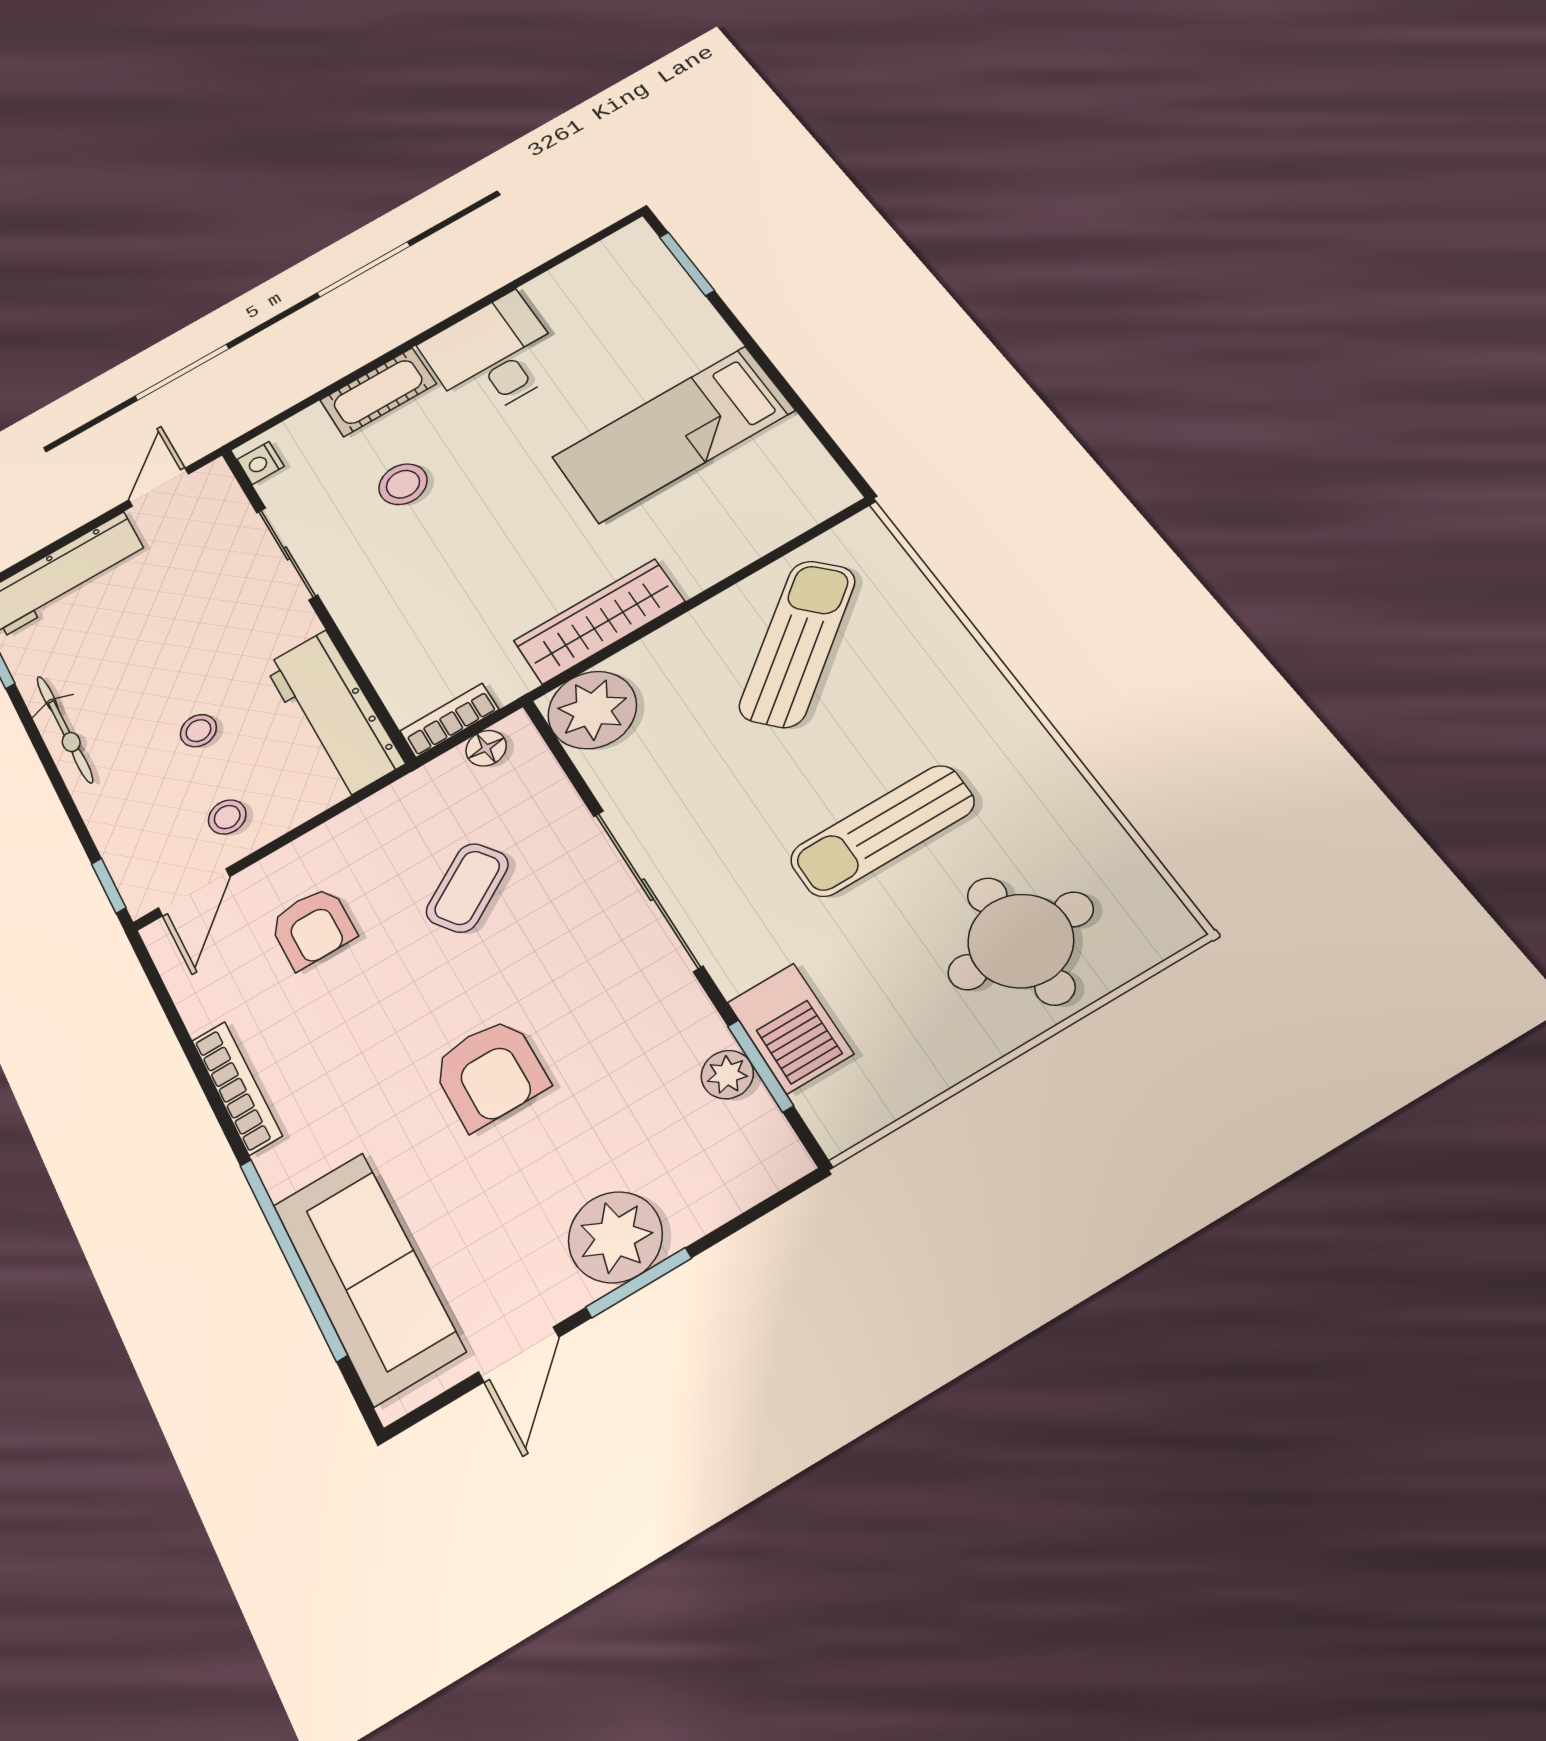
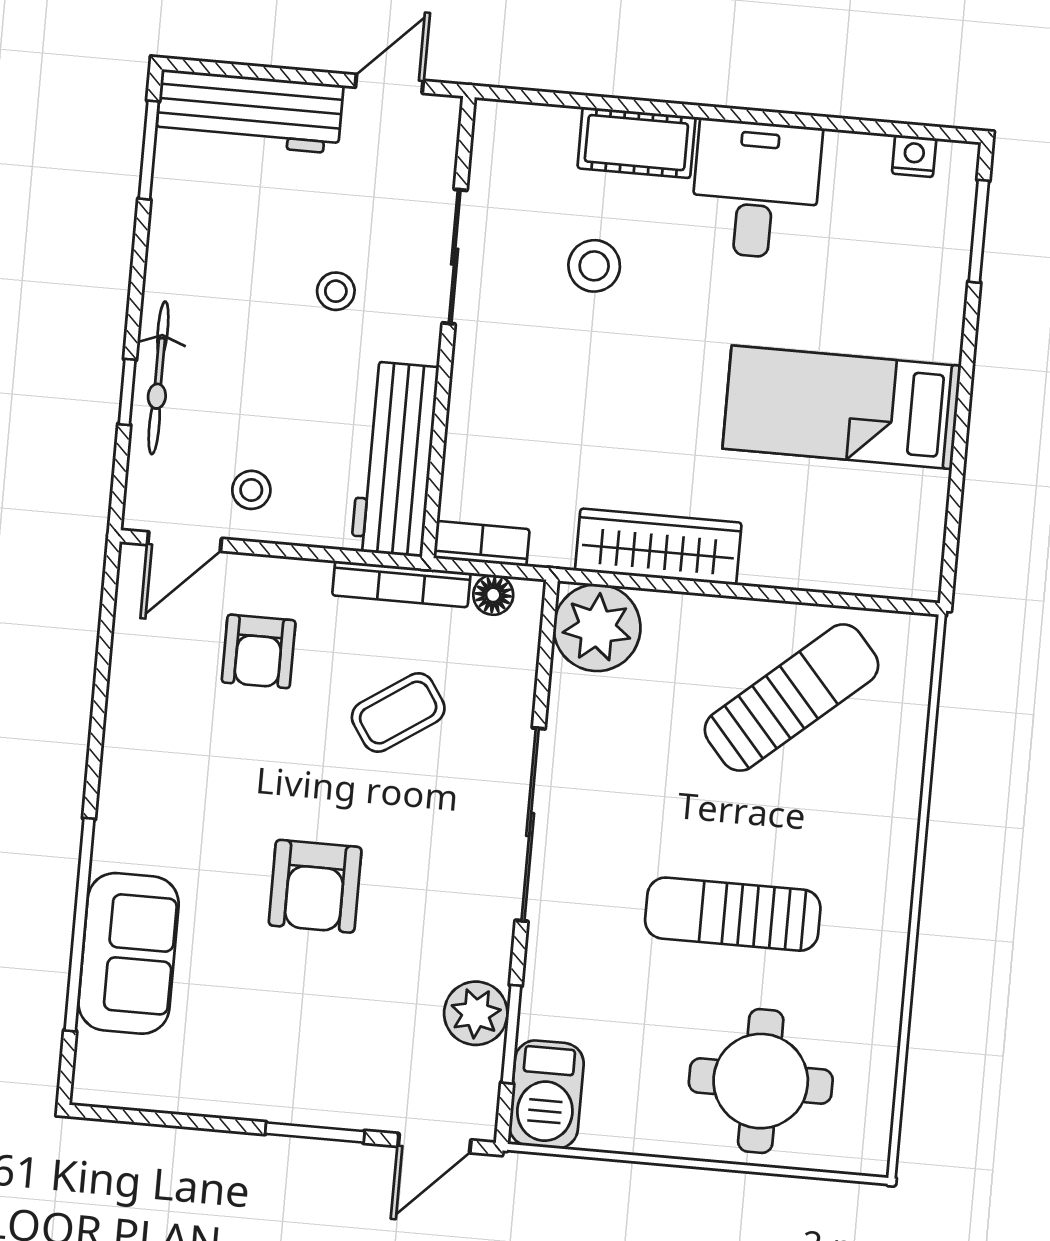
nightstand: (261, 463) -> (914, 156), moved, turned 90
bicycle: (65, 729) -> (159, 378), moved
stool: (198, 731) -> (336, 291), moved
window: (109, 886) -> (127, 392), moved
barbecue: (790, 1028) -> (546, 1094), moved
plant: (727, 1075) -> (476, 1013), width x1.38, depth x1.38
bookcase: (237, 1088) -> (401, 584), moved, turned 90
plant: (615, 1237) -> (321, 1086), removed
sofa: (368, 1277) -> (129, 953), width x0.73
door: (519, 1355) -> (434, 1143), moved

